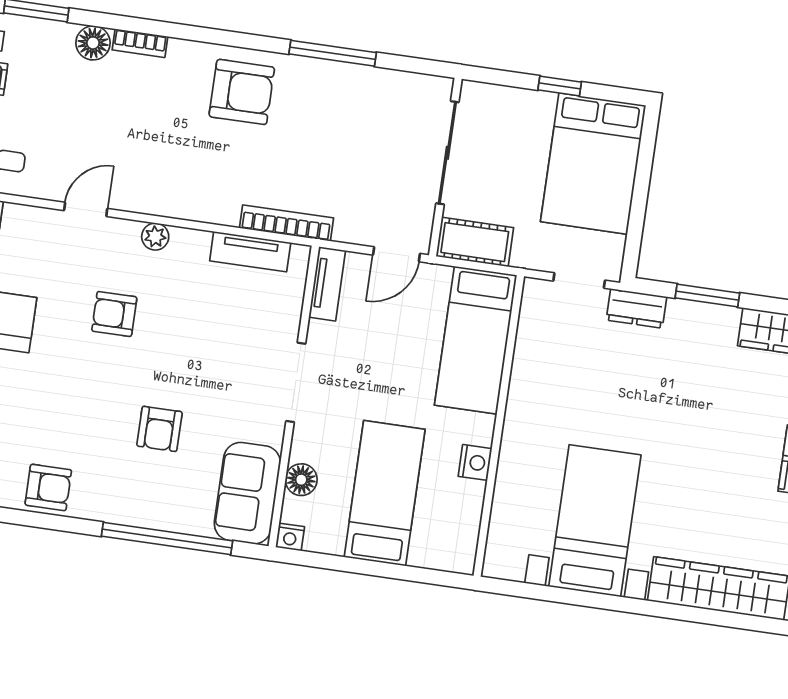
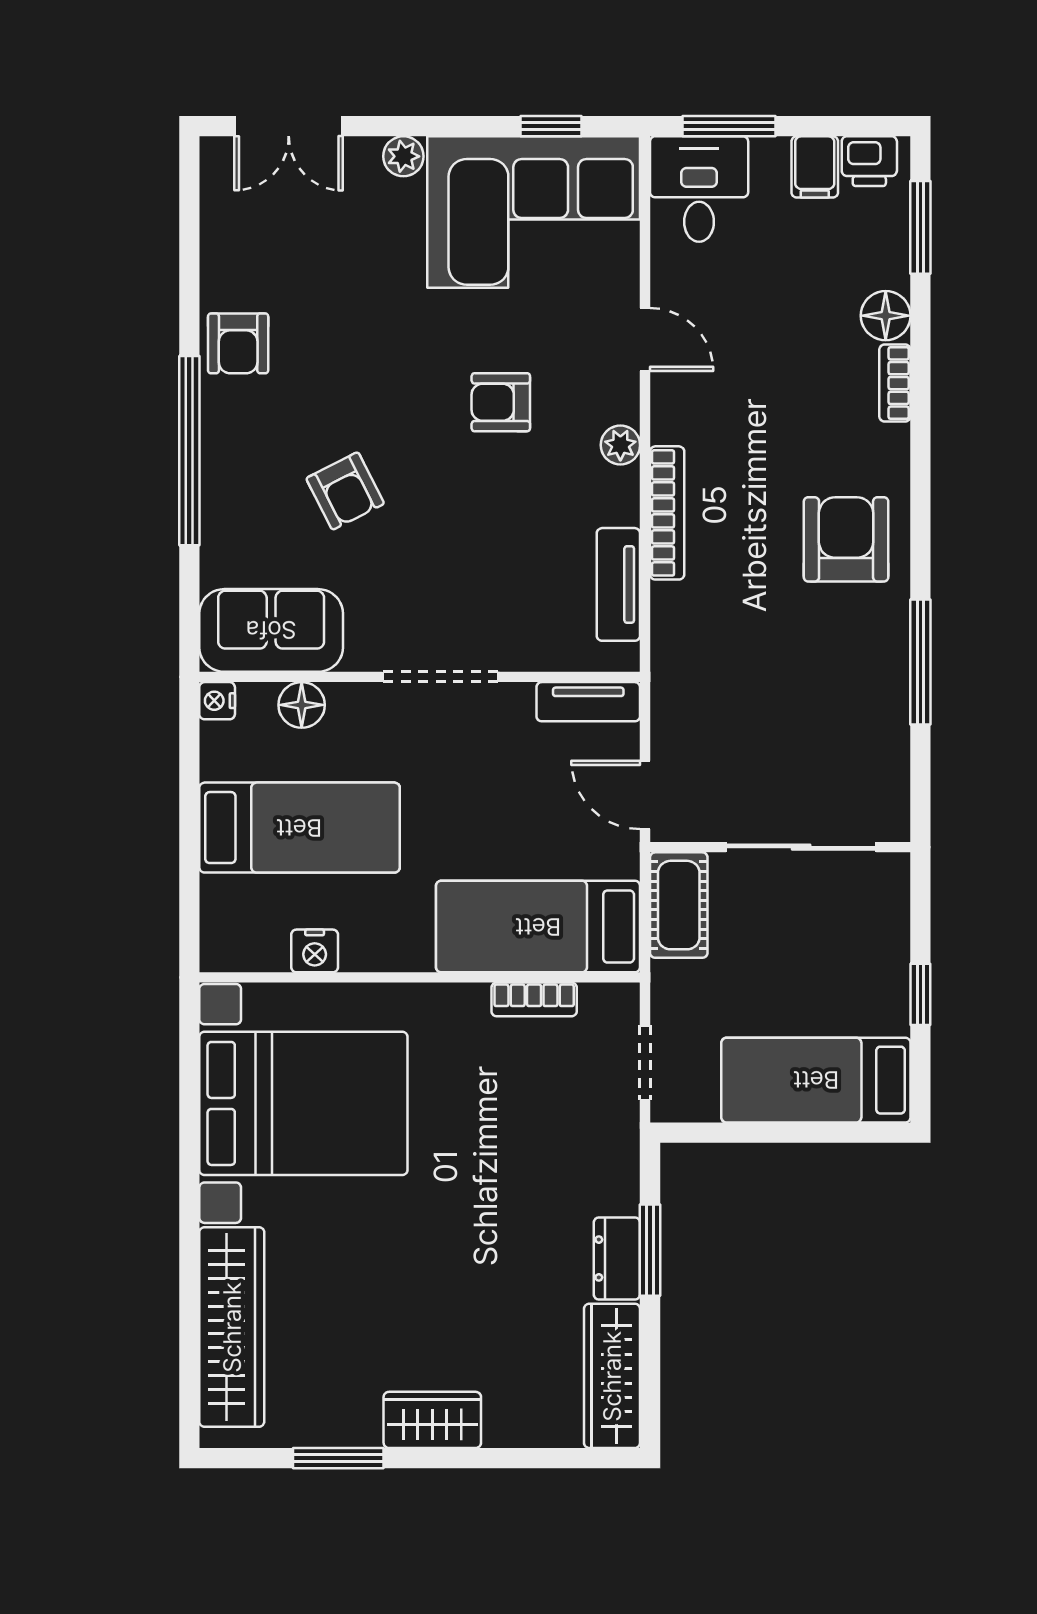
armchair: (242, 92) -> (846, 539), turned 180
bed: (593, 164) -> (816, 1080), width x0.67
bookcase: (286, 223) -> (667, 513), moved
dresser: (636, 308) -> (617, 1258), moved
armchair: (114, 314) -> (501, 402), turned -90
bookcase: (525, 350) -> (534, 999), added
armchair: (159, 429) -> (345, 491), turned -117
nightstand: (475, 462) -> (315, 951), moved
bed with nightstands: (595, 521) -> (303, 1103), width x1.36
window: (167, 539) -> (189, 451), moved

